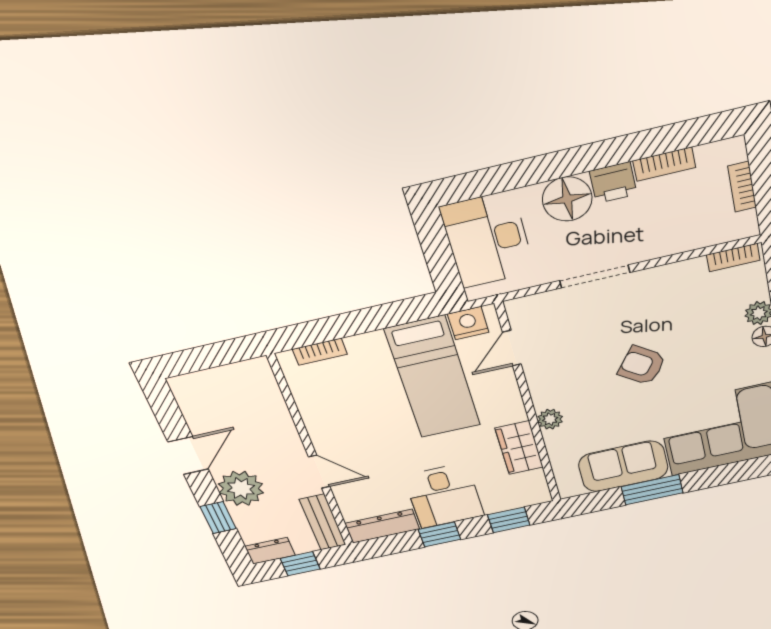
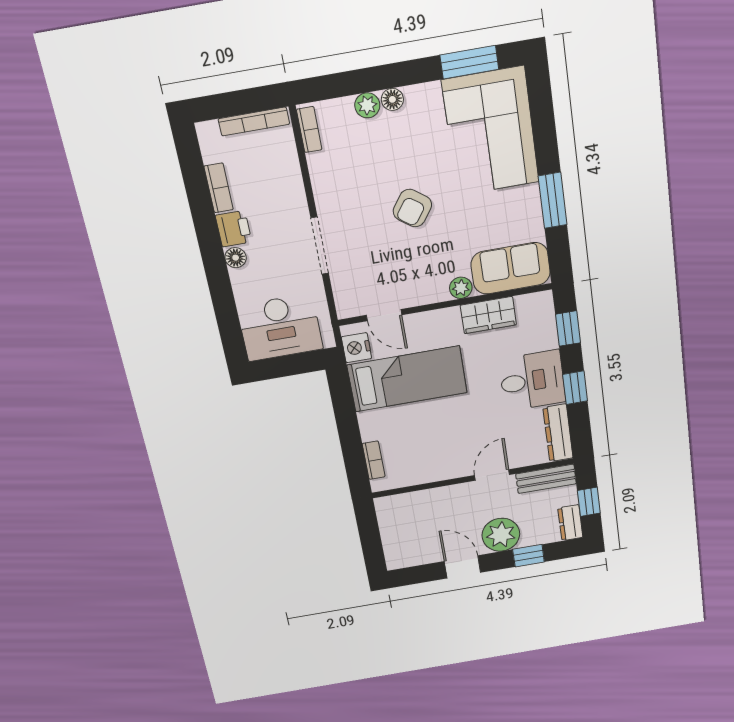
bookcase: (742, 187) -> (254, 121), width x1.56
floor lamp: (567, 199) -> (236, 258), width x0.53, depth x0.53
sofa: (623, 466) -> (511, 268), moved, turned 90

